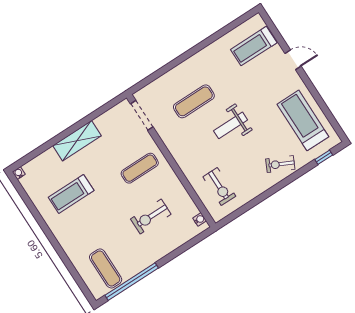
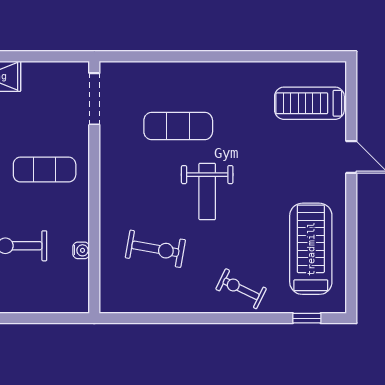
weight bench: (231, 125) -> (207, 191), turned -90
exercise bike: (219, 187) -> (155, 249), moved, turned -80
water cooler: (200, 219) -> (81, 250), moved

